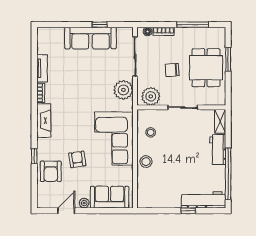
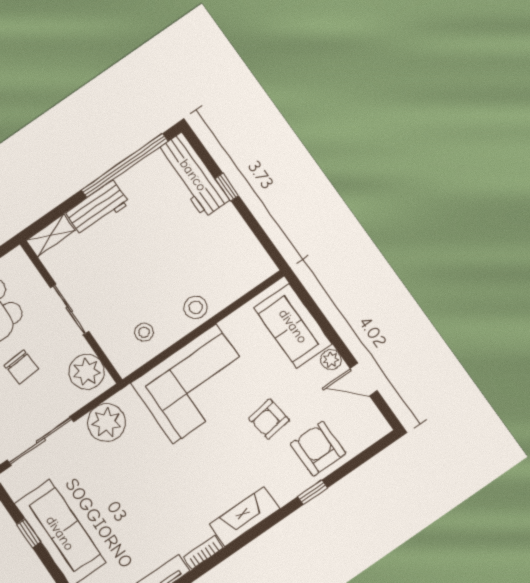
armchair: (51, 171) -> (318, 449), turned -90

